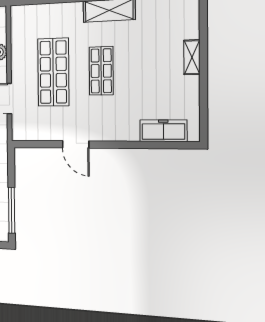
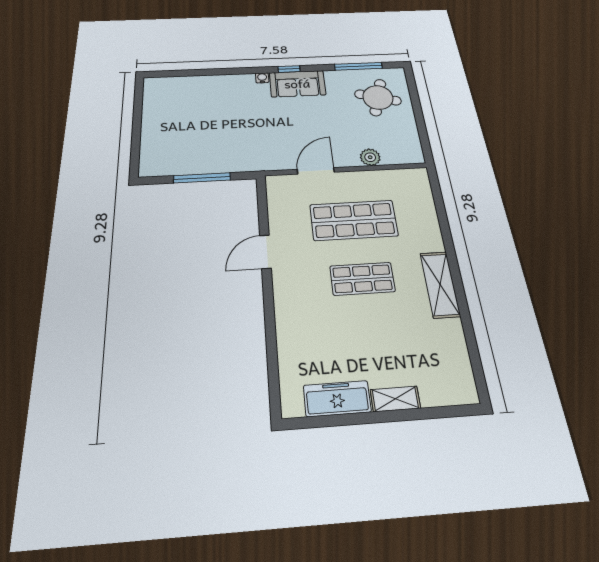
freezer: (163, 131) -> (337, 399), moved, turned -90
window: (12, 210) -> (202, 178), moved

